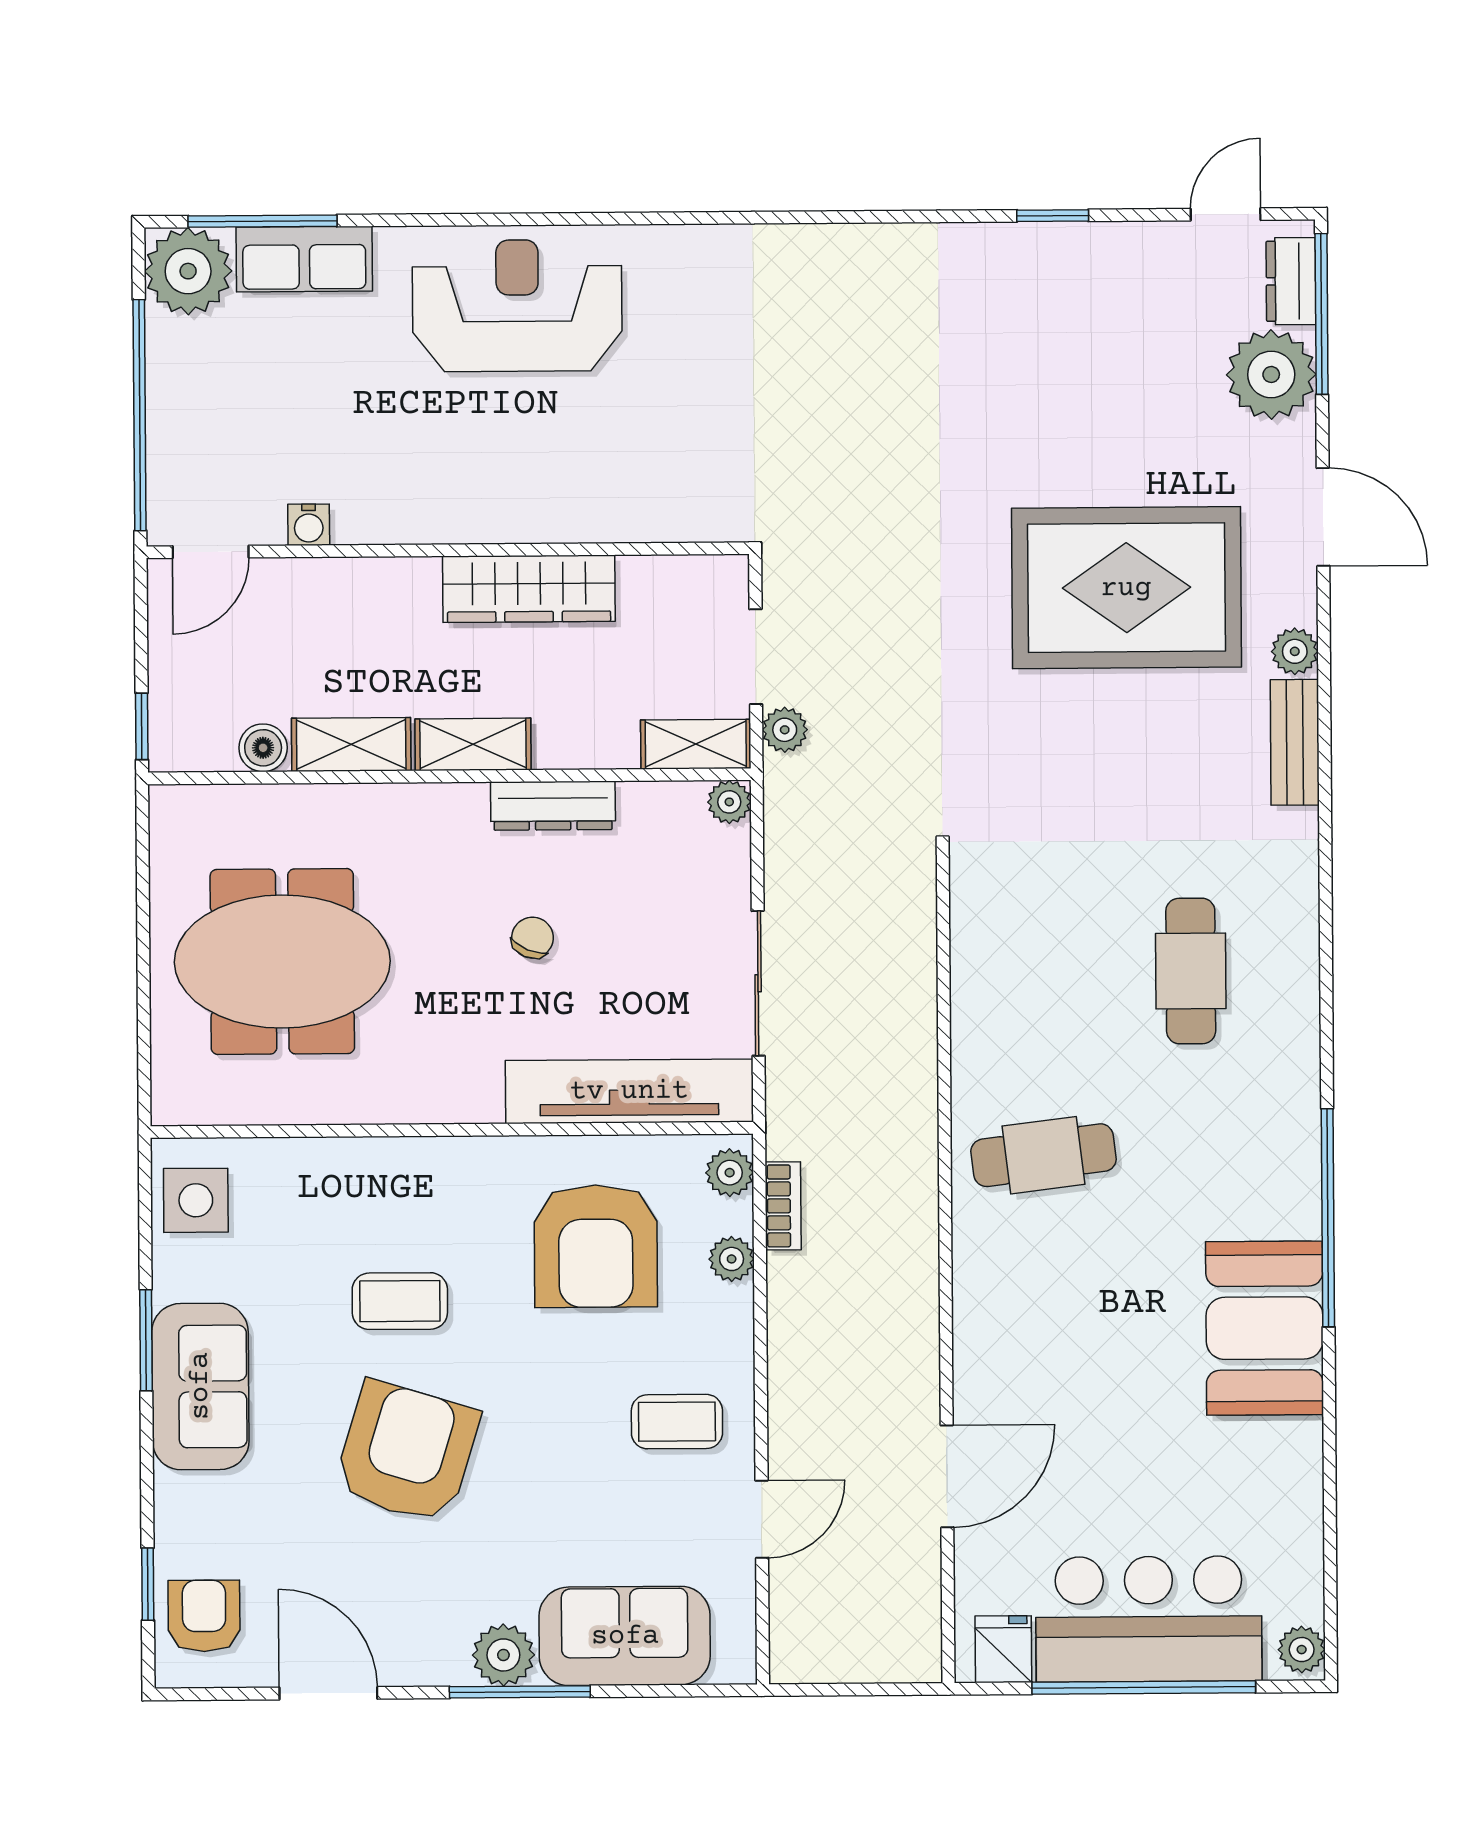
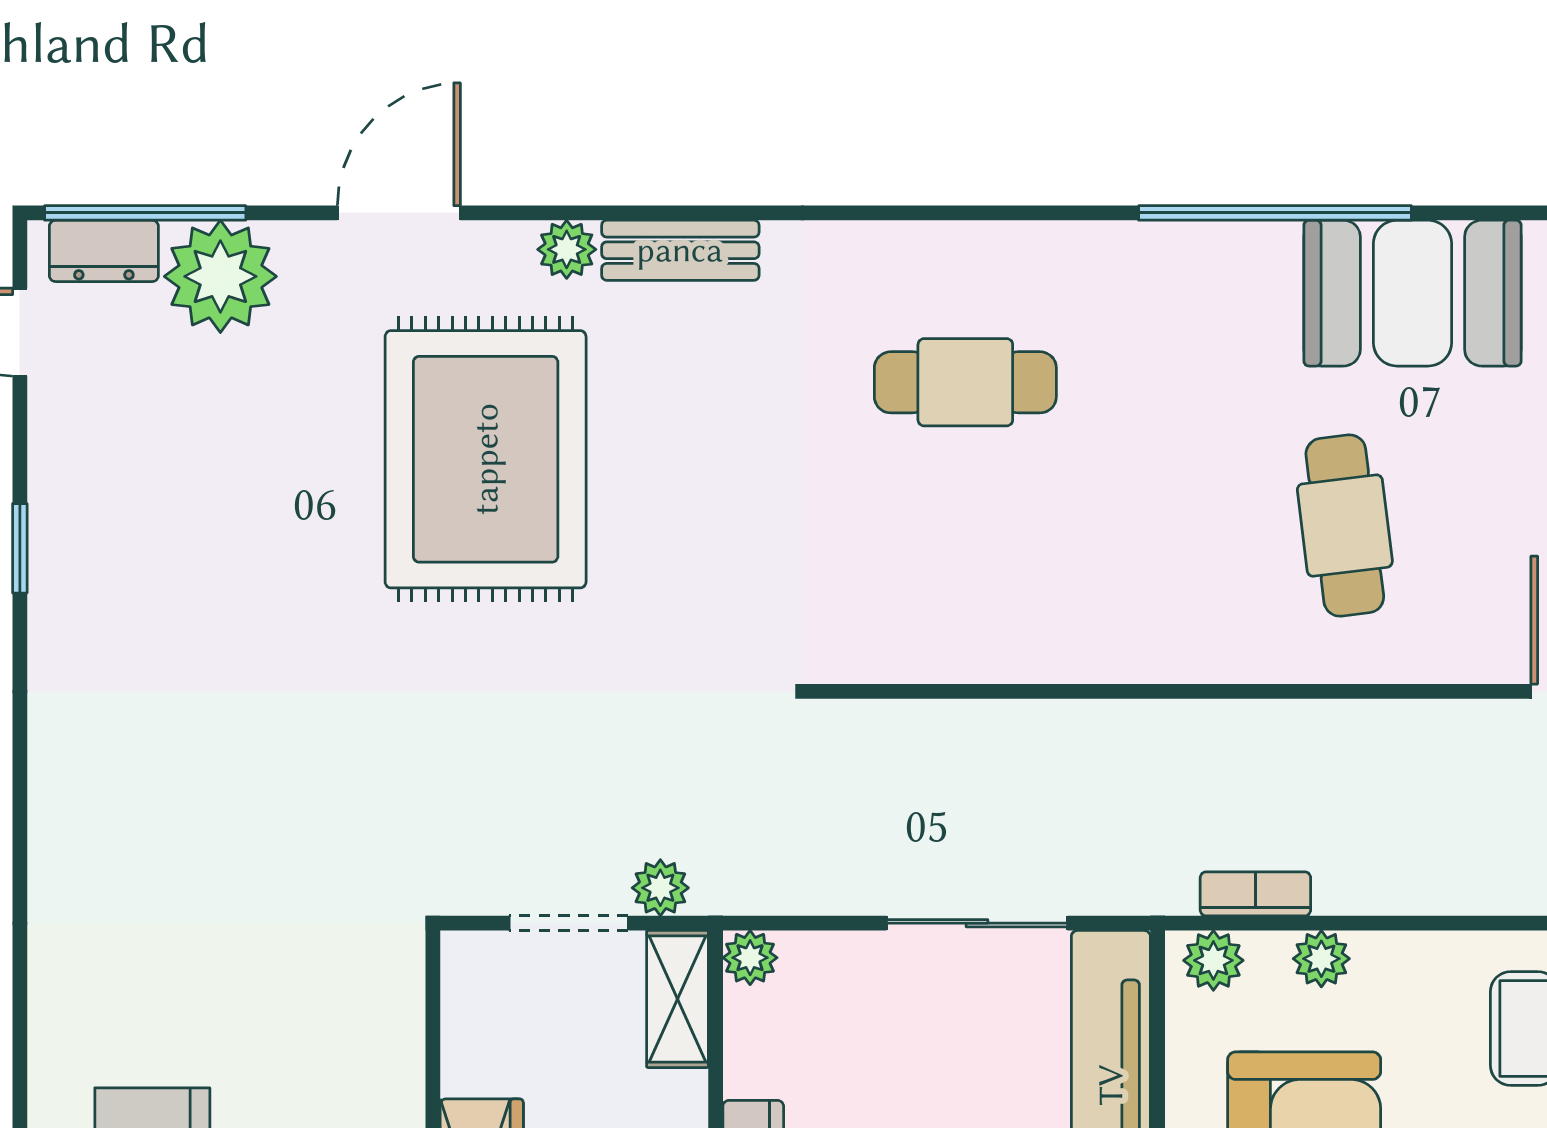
cafe table: (1044, 1155) -> (1345, 526), moved

